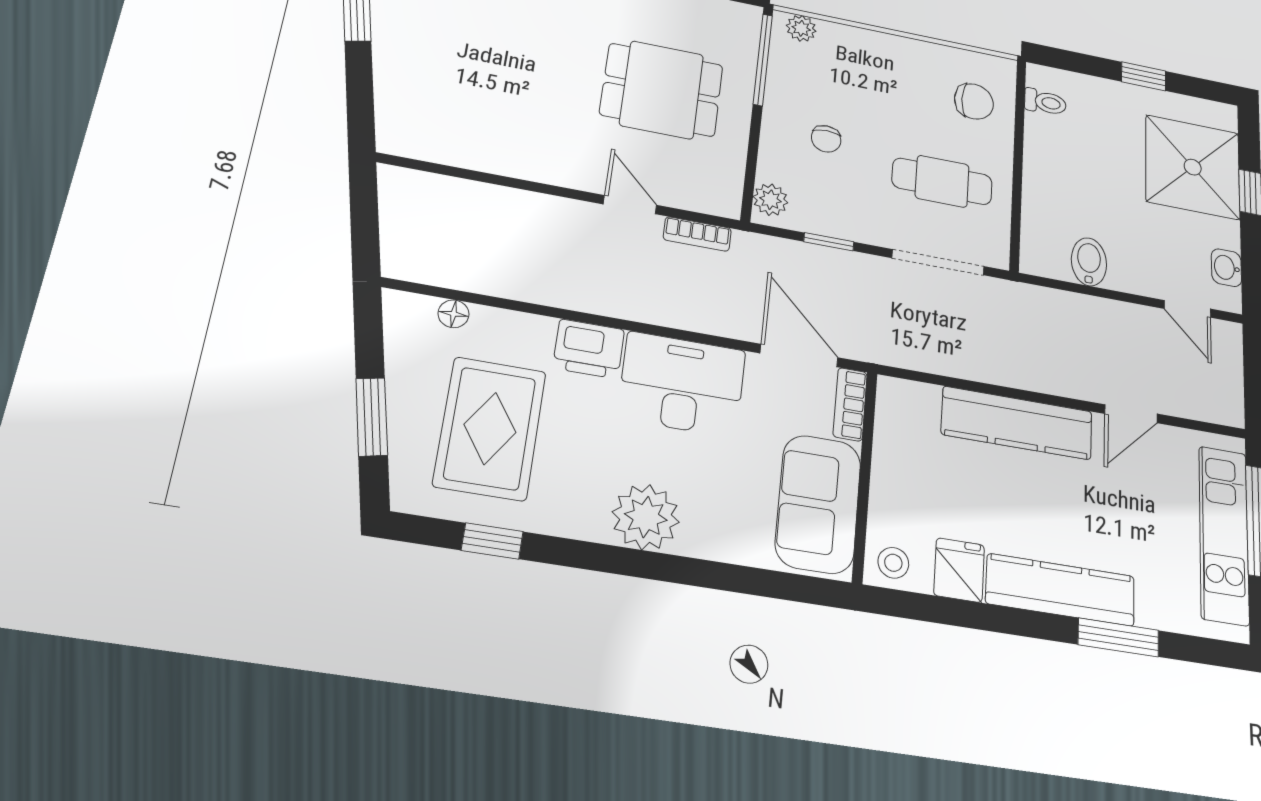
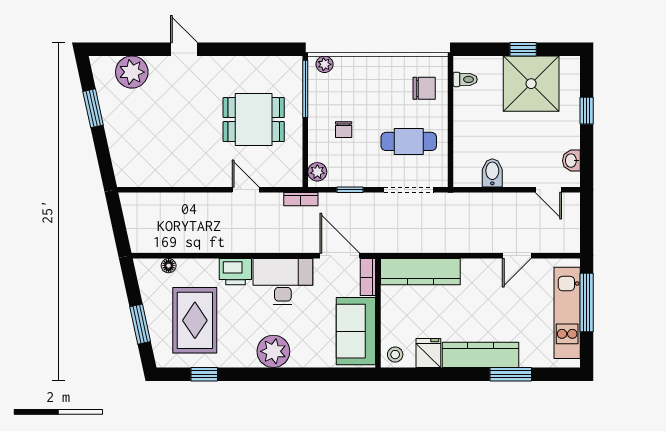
shower: (1193, 167) -> (531, 84), moved
bookcase: (697, 234) -> (301, 199), moved
kitchen counter: (1017, 423) -> (420, 272), moved

